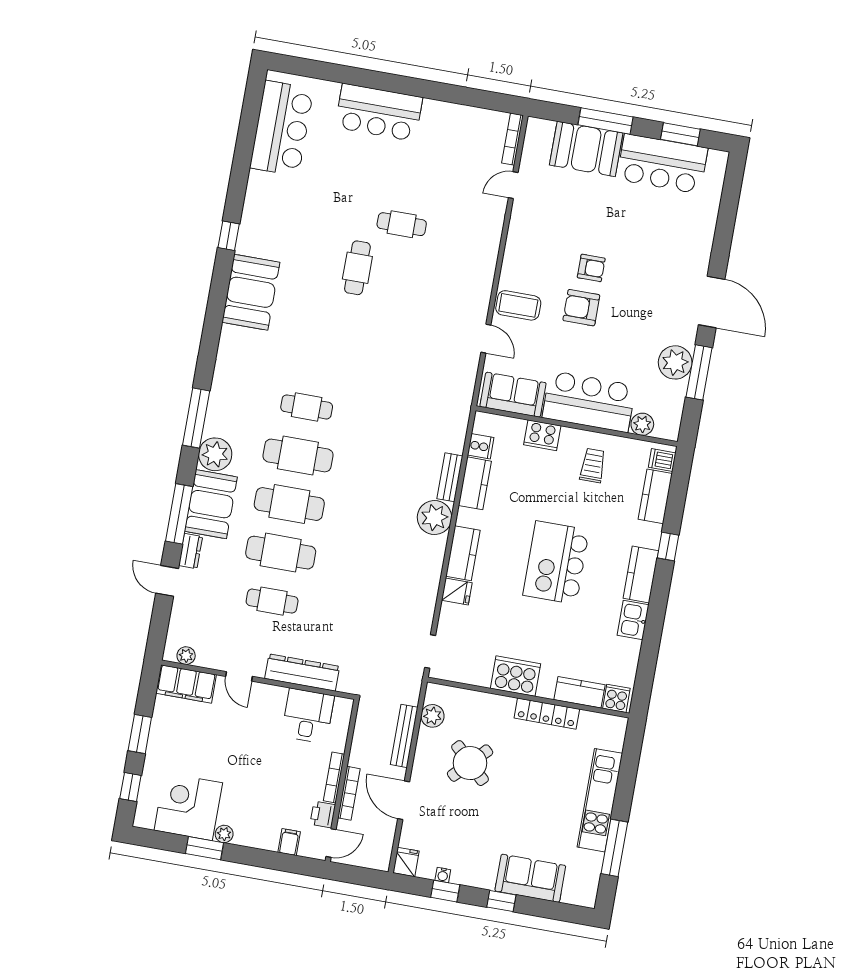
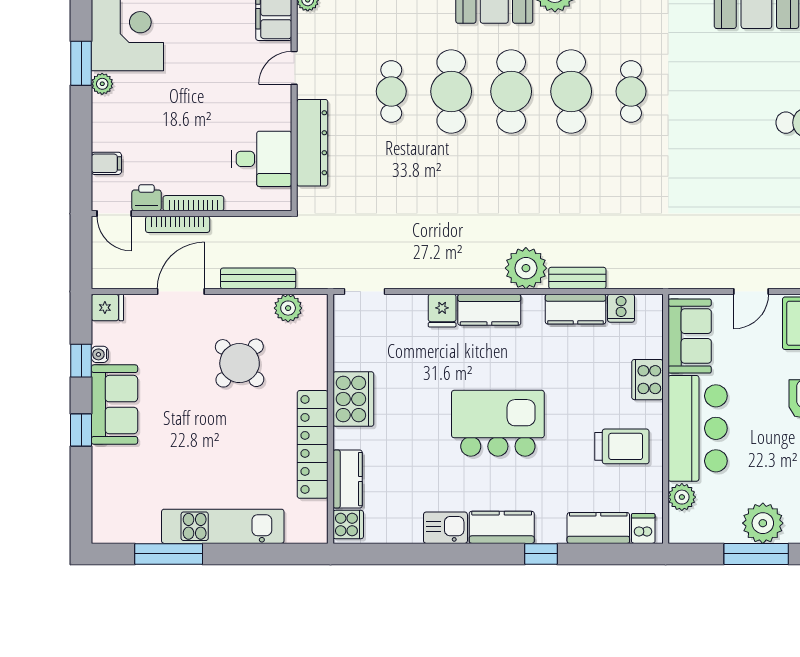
trolley: (593, 466) -> (622, 446), width x1.36, depth x1.39
locker: (547, 714) -> (313, 444), width x1.41, depth x1.21
sofa: (530, 878) -> (115, 405), moved

